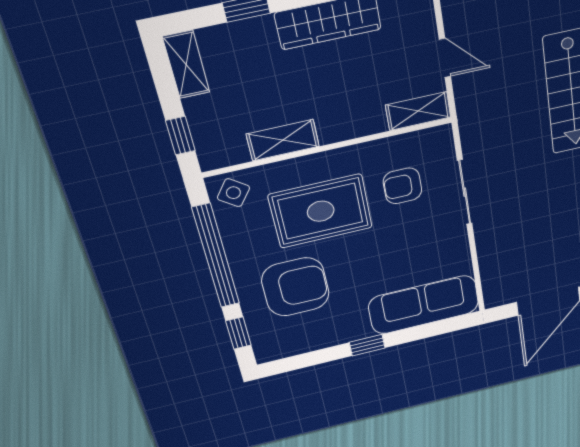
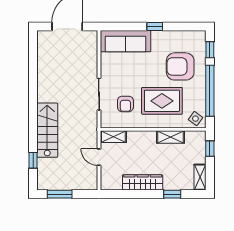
armchair: (402, 186) -> (125, 104), turned 90

